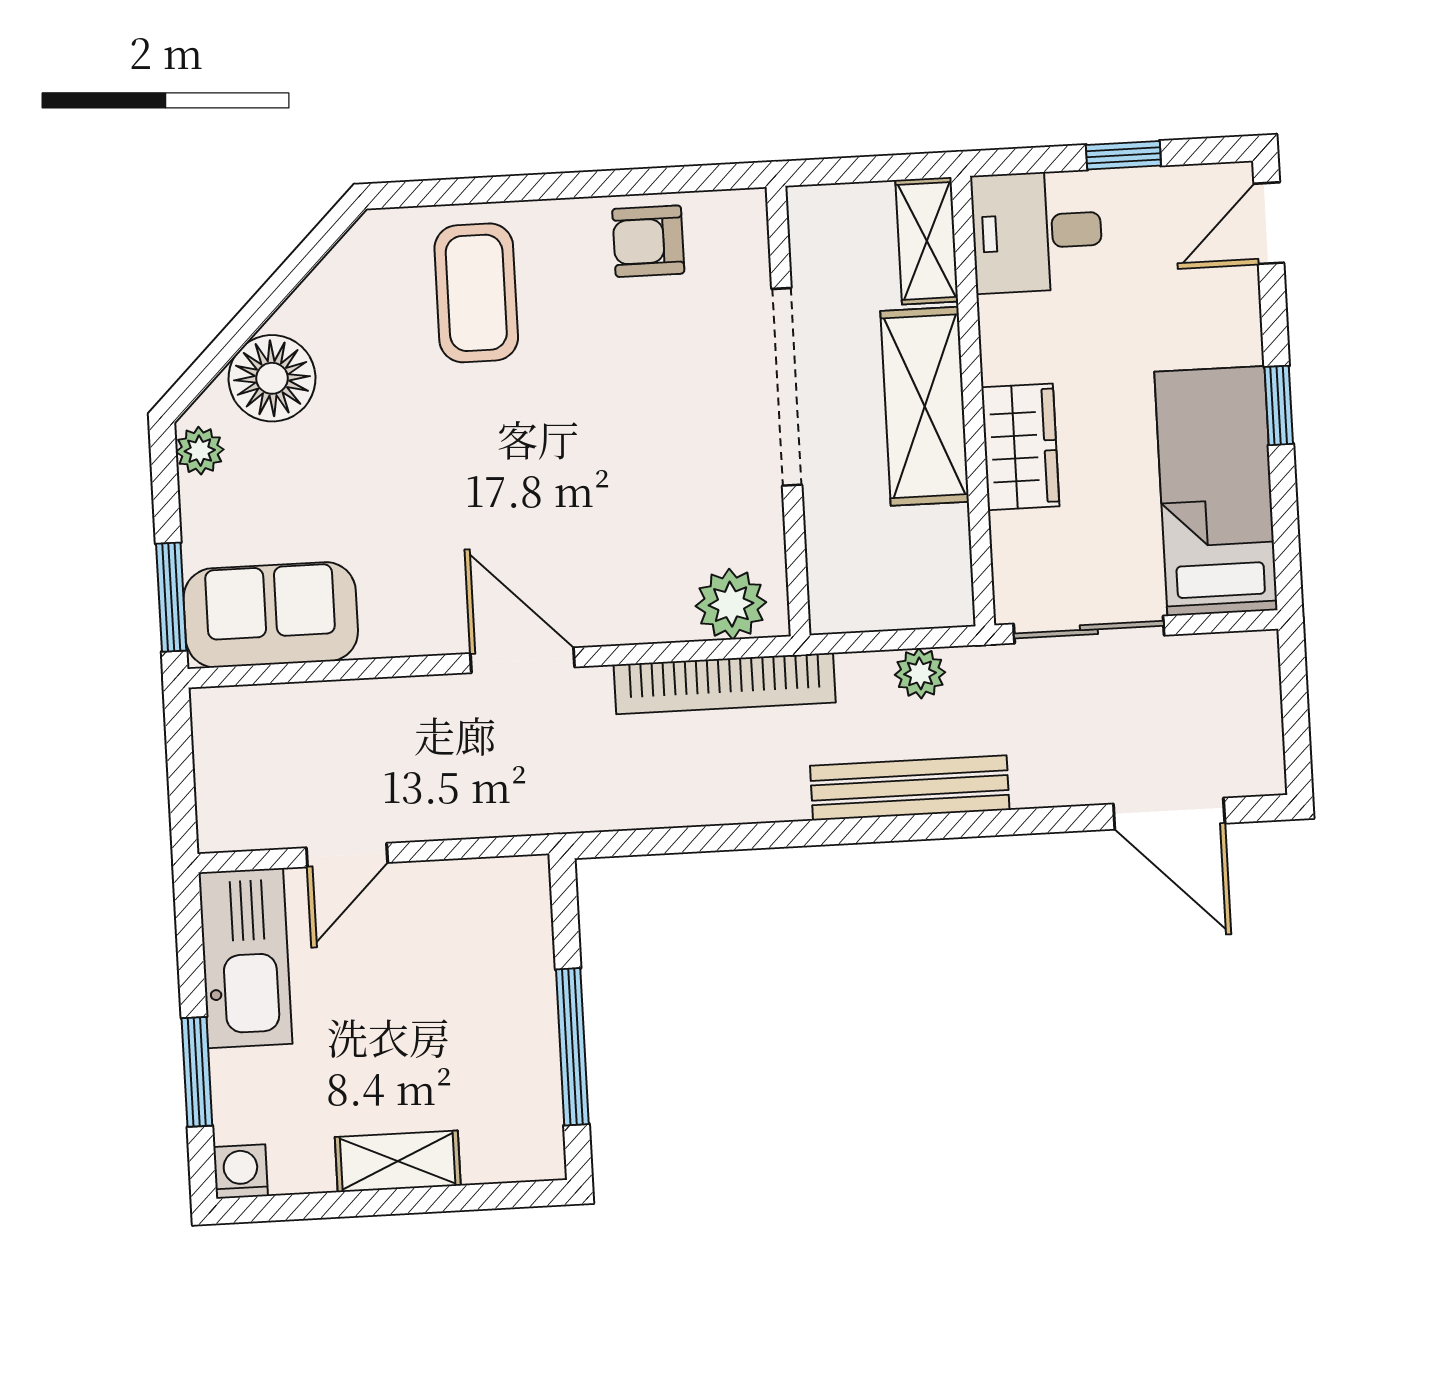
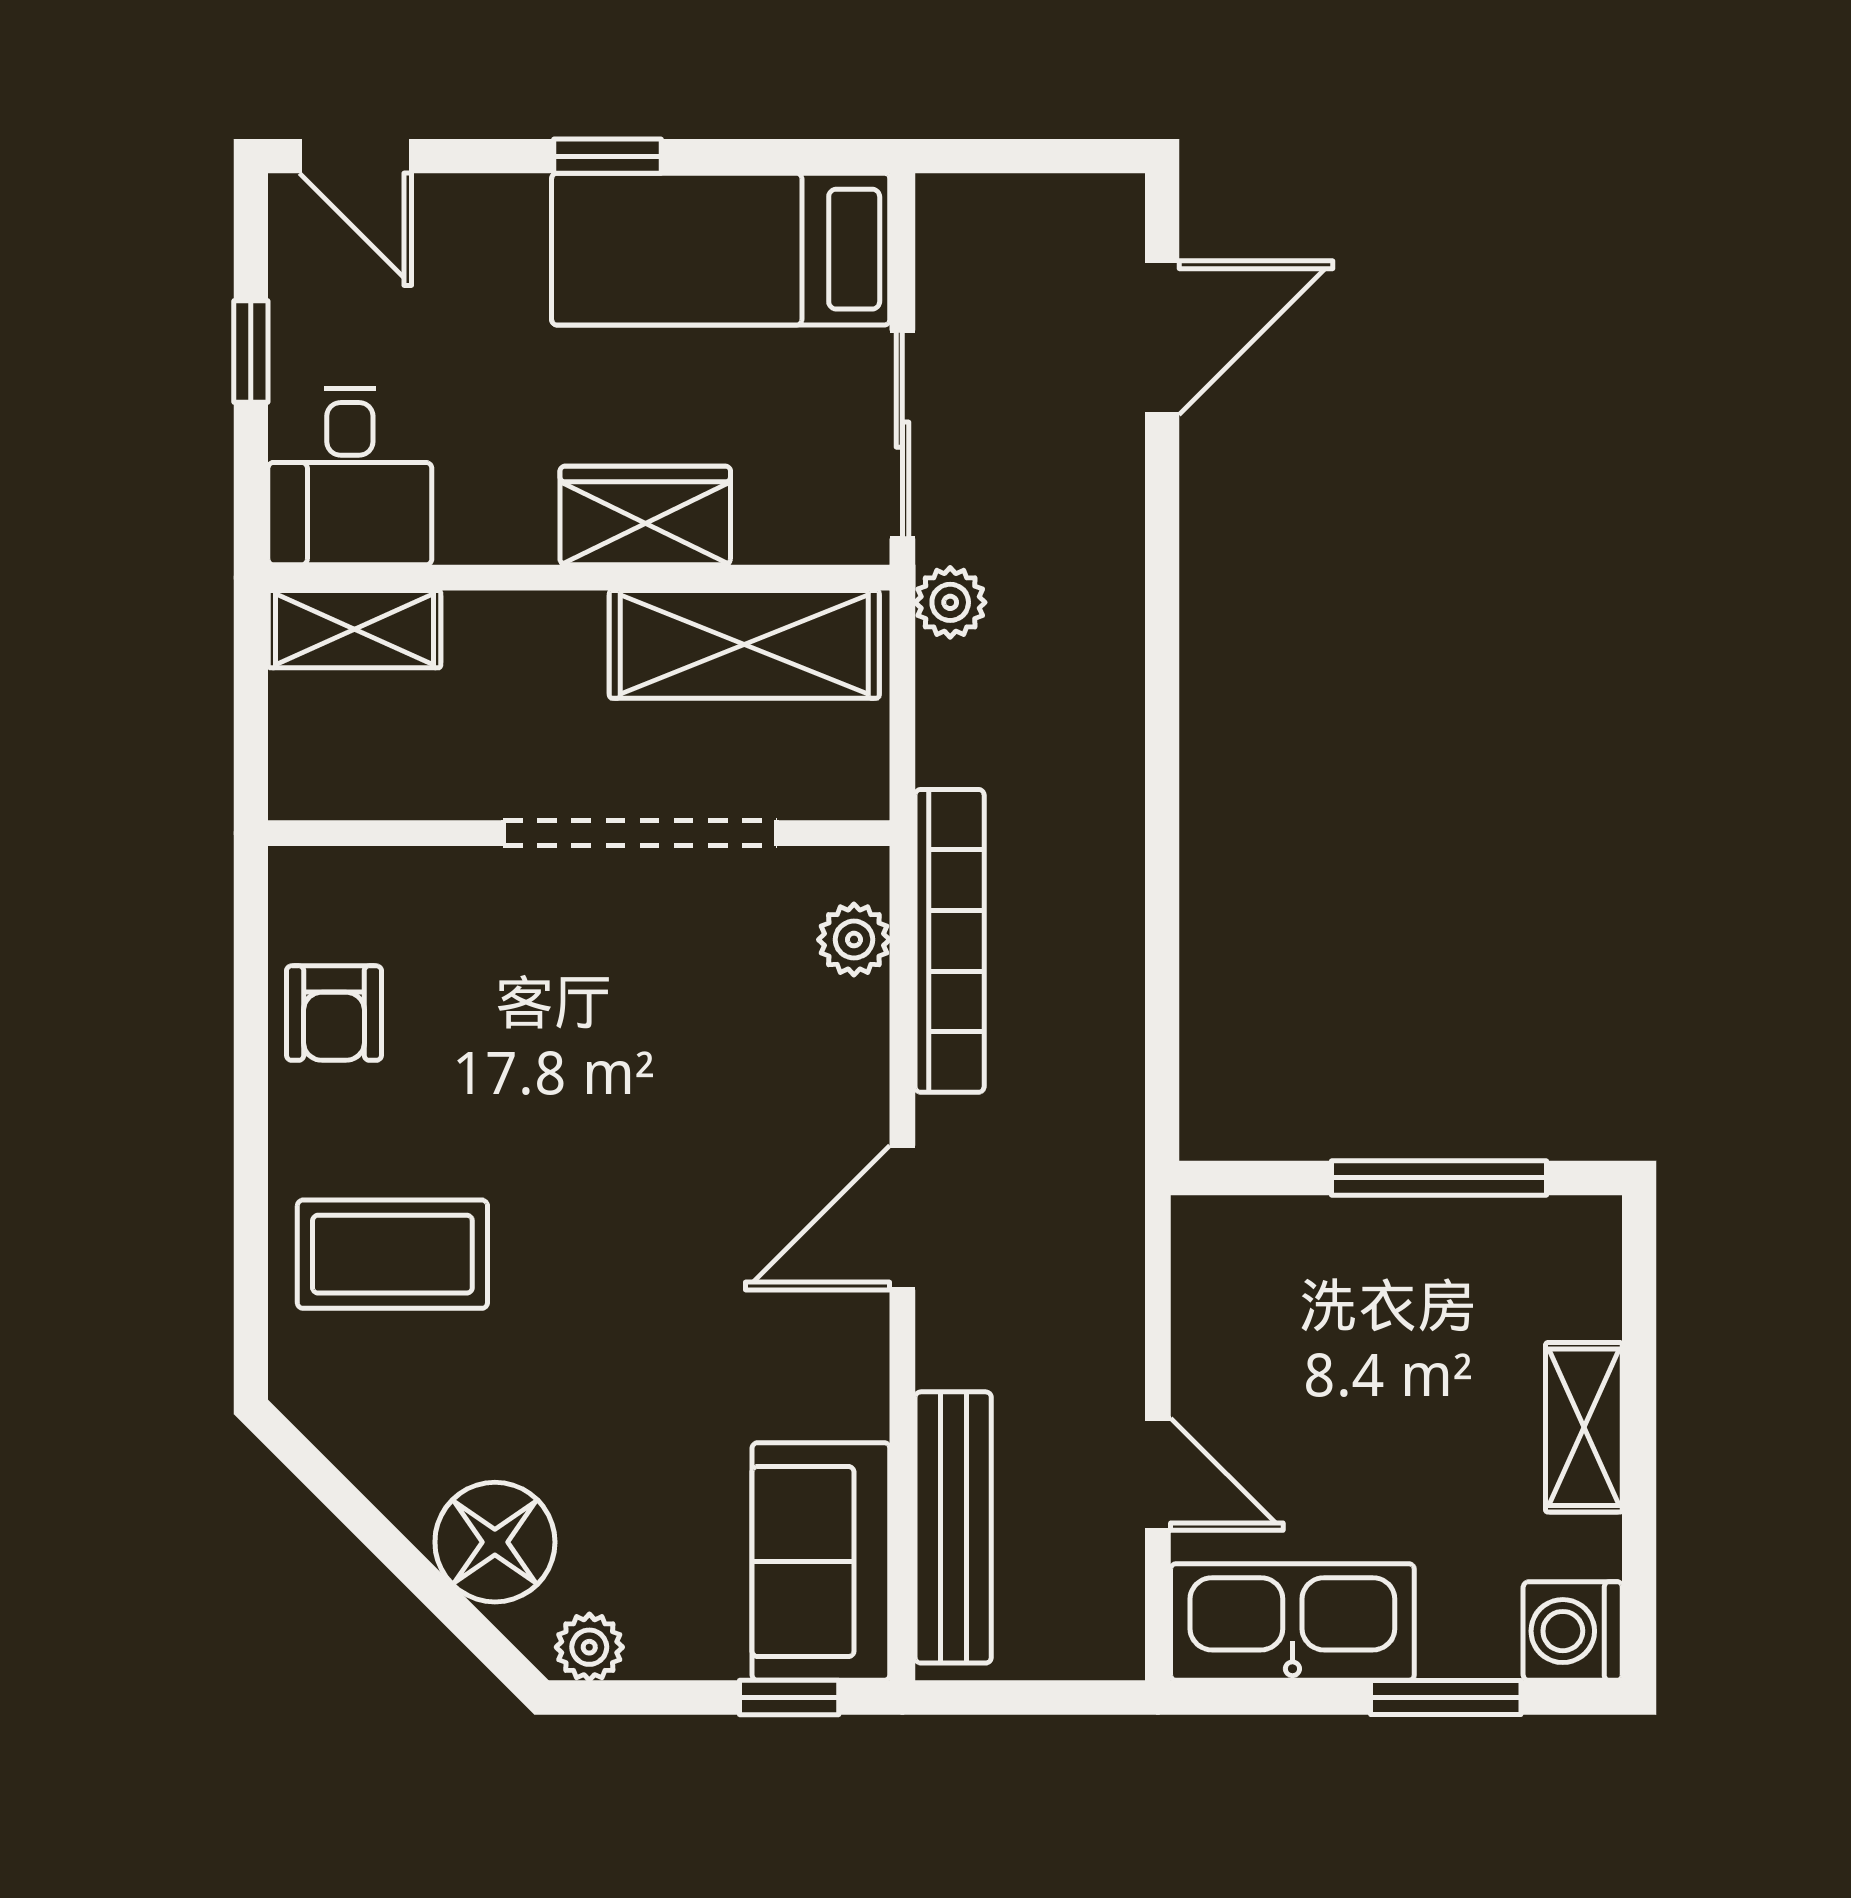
doorway: (787, 387) -> (640, 833), moved
shelving: (925, 406) -> (744, 644), moved
window: (171, 597) -> (789, 1697), width x0.67
plant: (731, 604) -> (854, 940), width x0.73, depth x0.73
plant: (920, 673) -> (950, 602), moved
bench: (910, 788) -> (953, 1527), moved
washing machine: (241, 1171) -> (1573, 1631), width x1.38, depth x1.38

